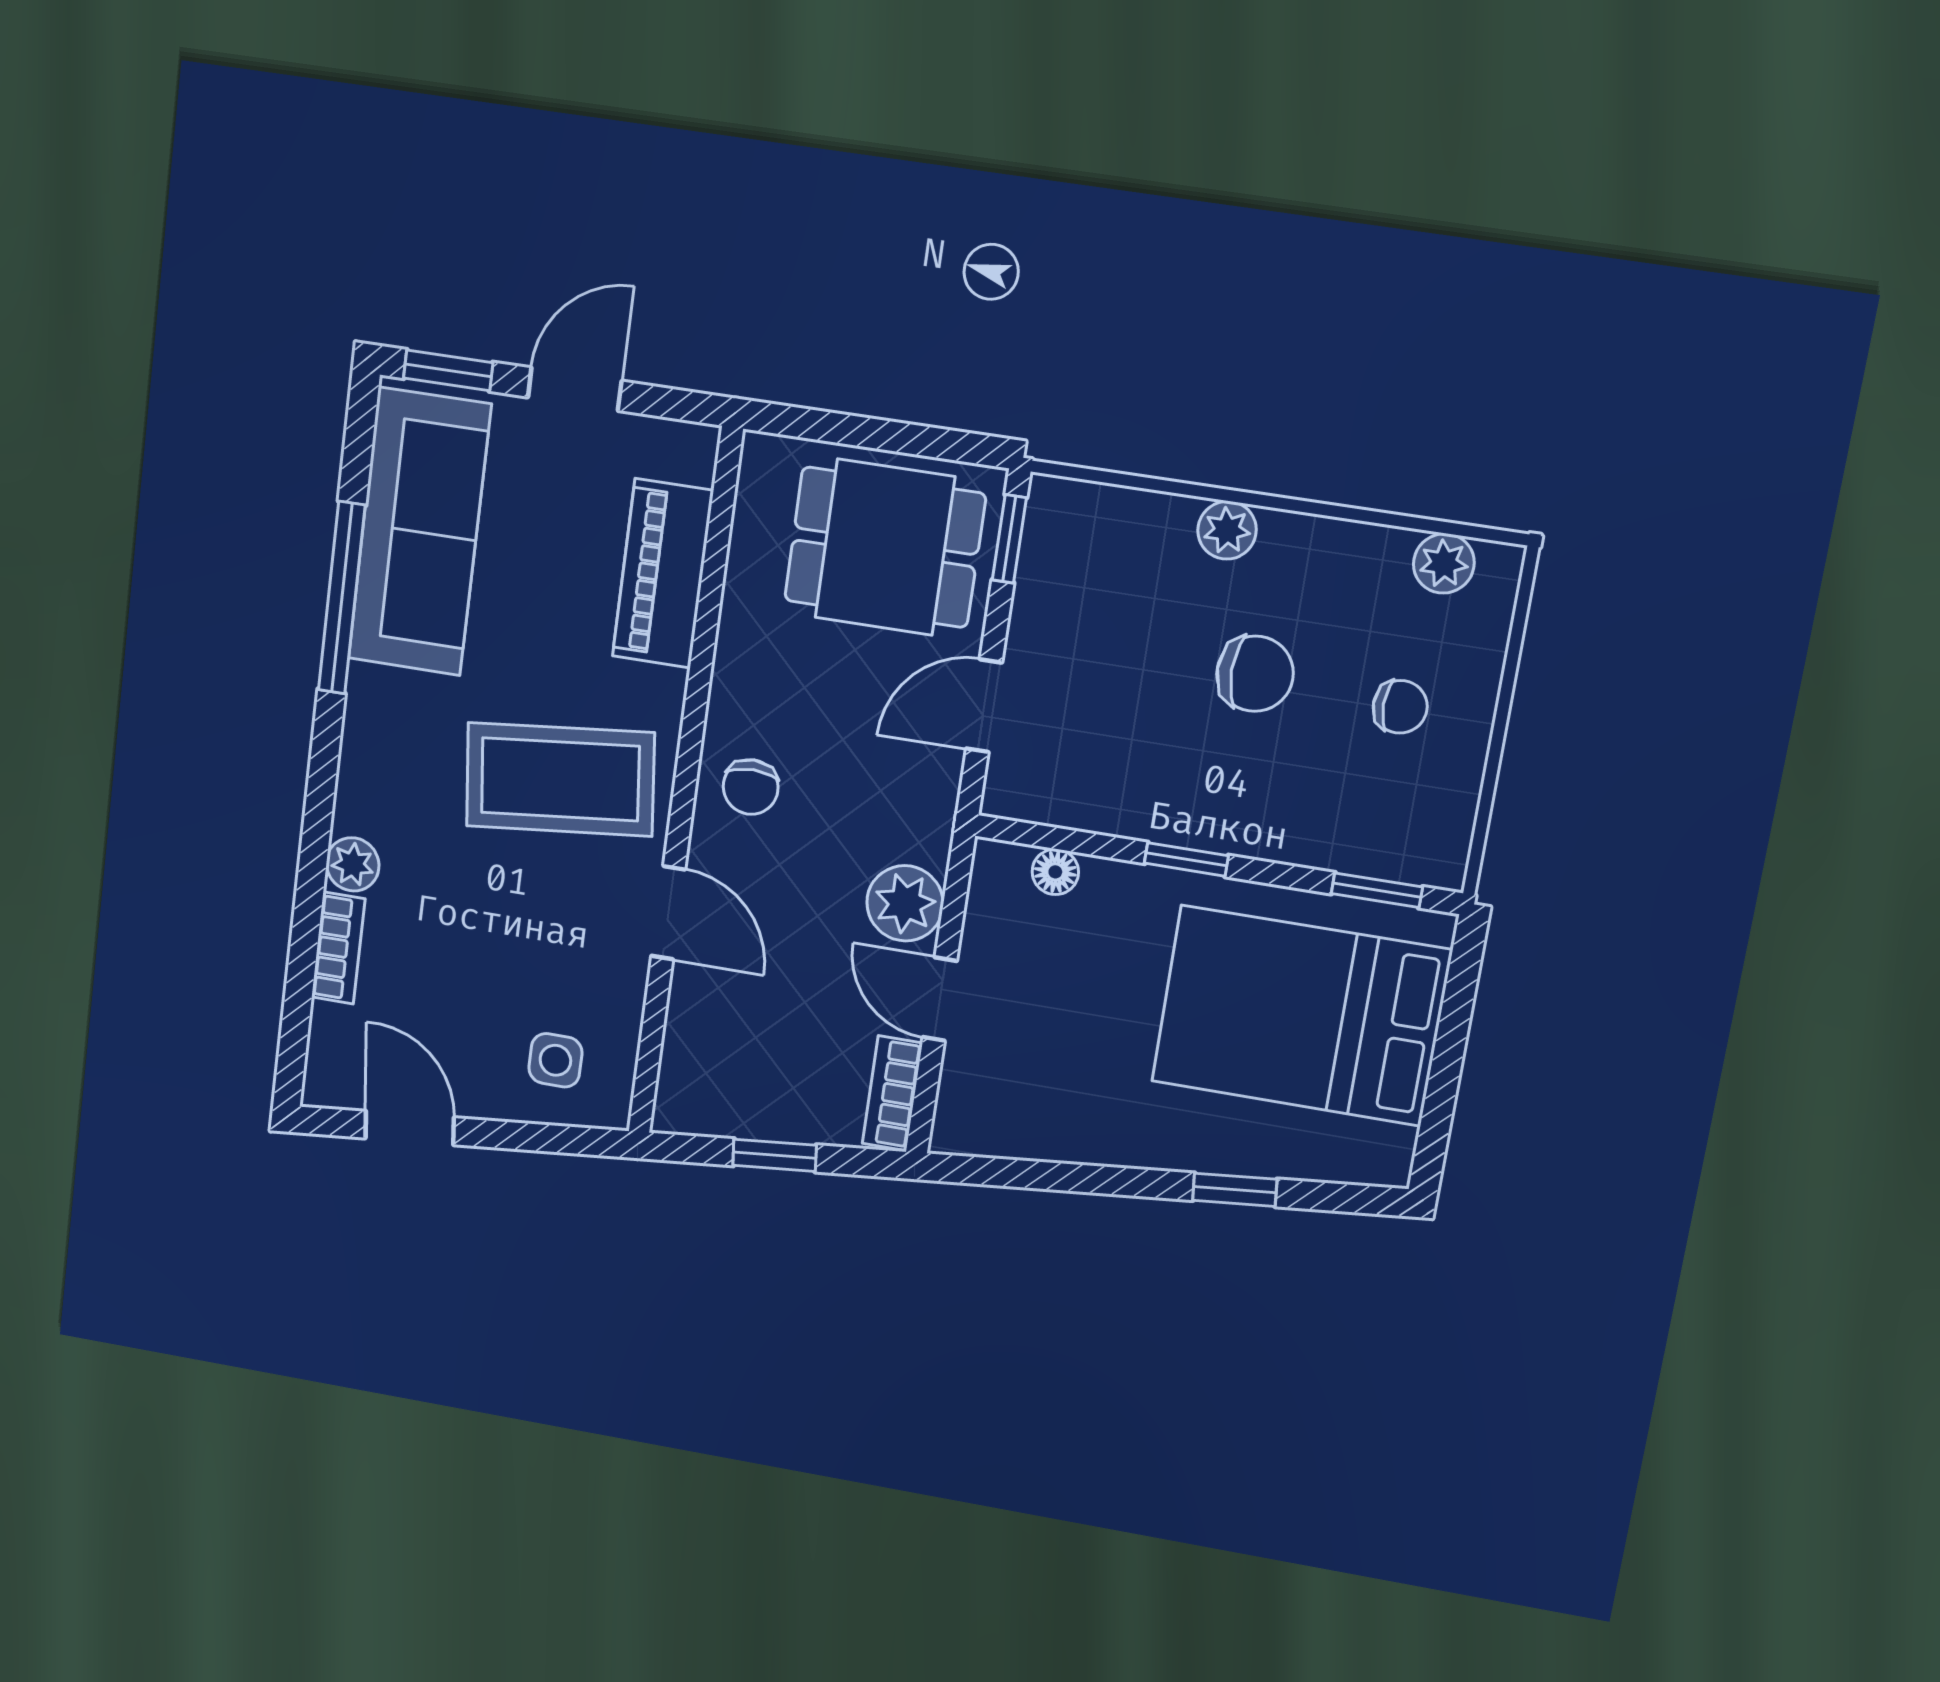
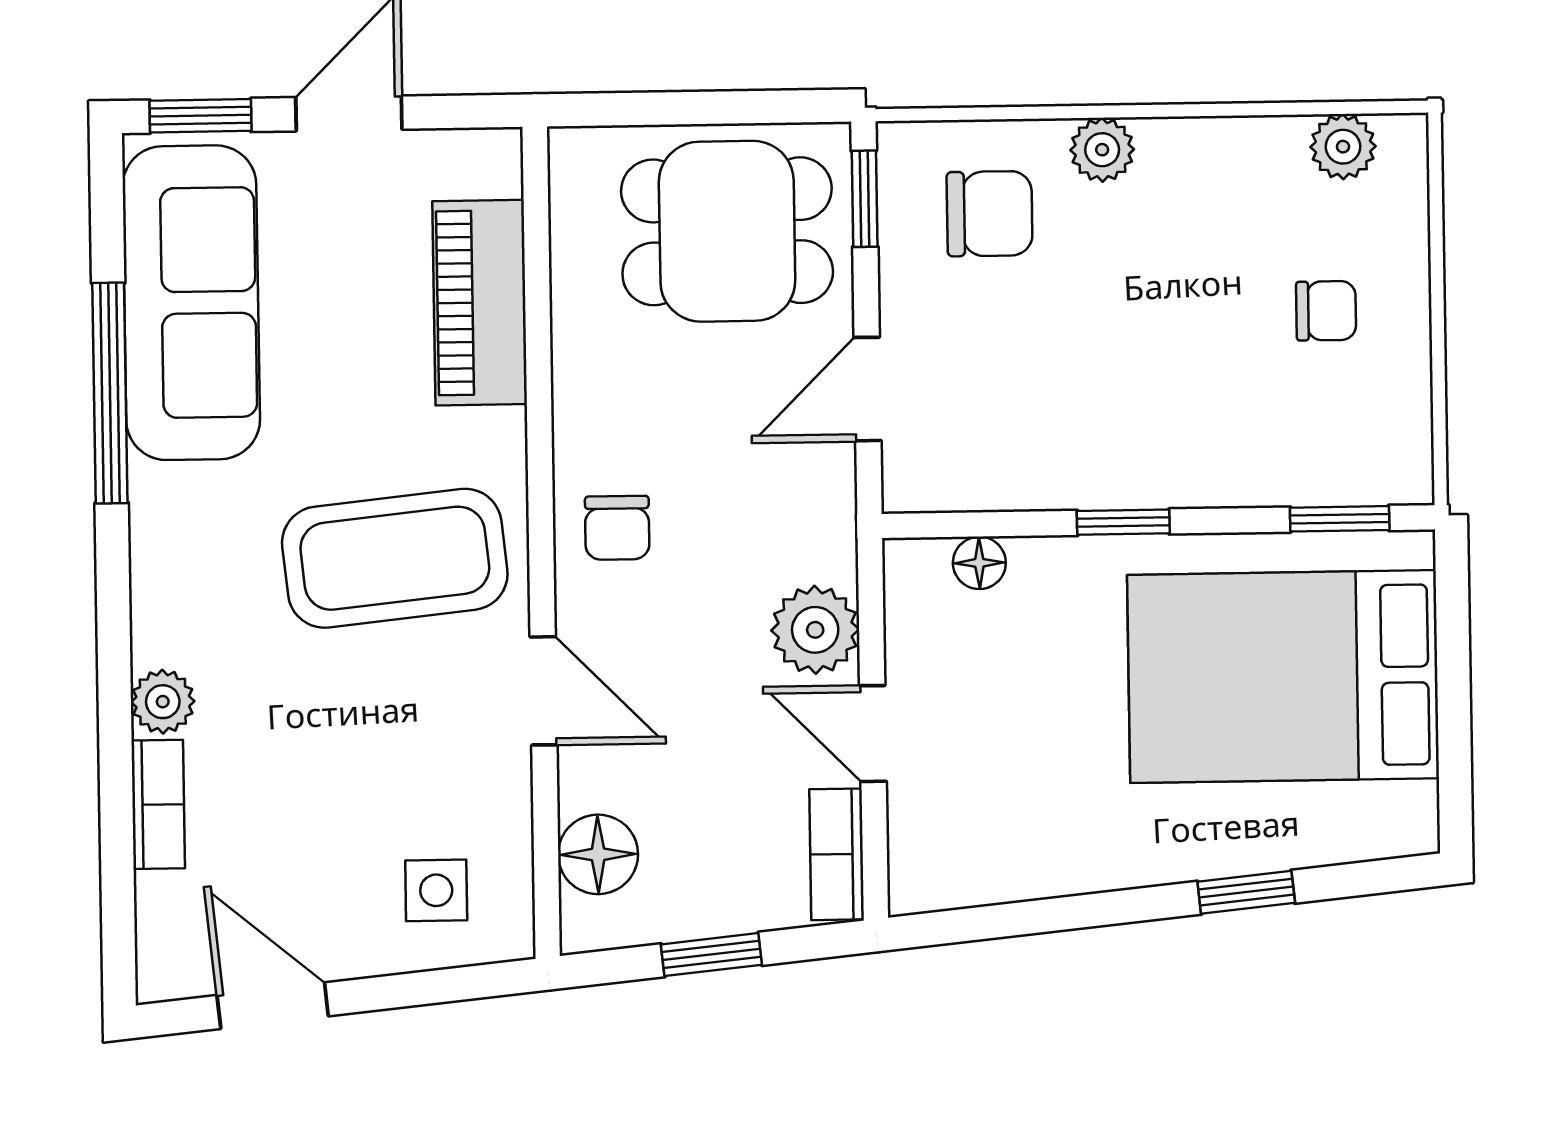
chair: (1255, 674) -> (990, 214), moved
floor lamp: (693, 1056) -> (598, 854), added

